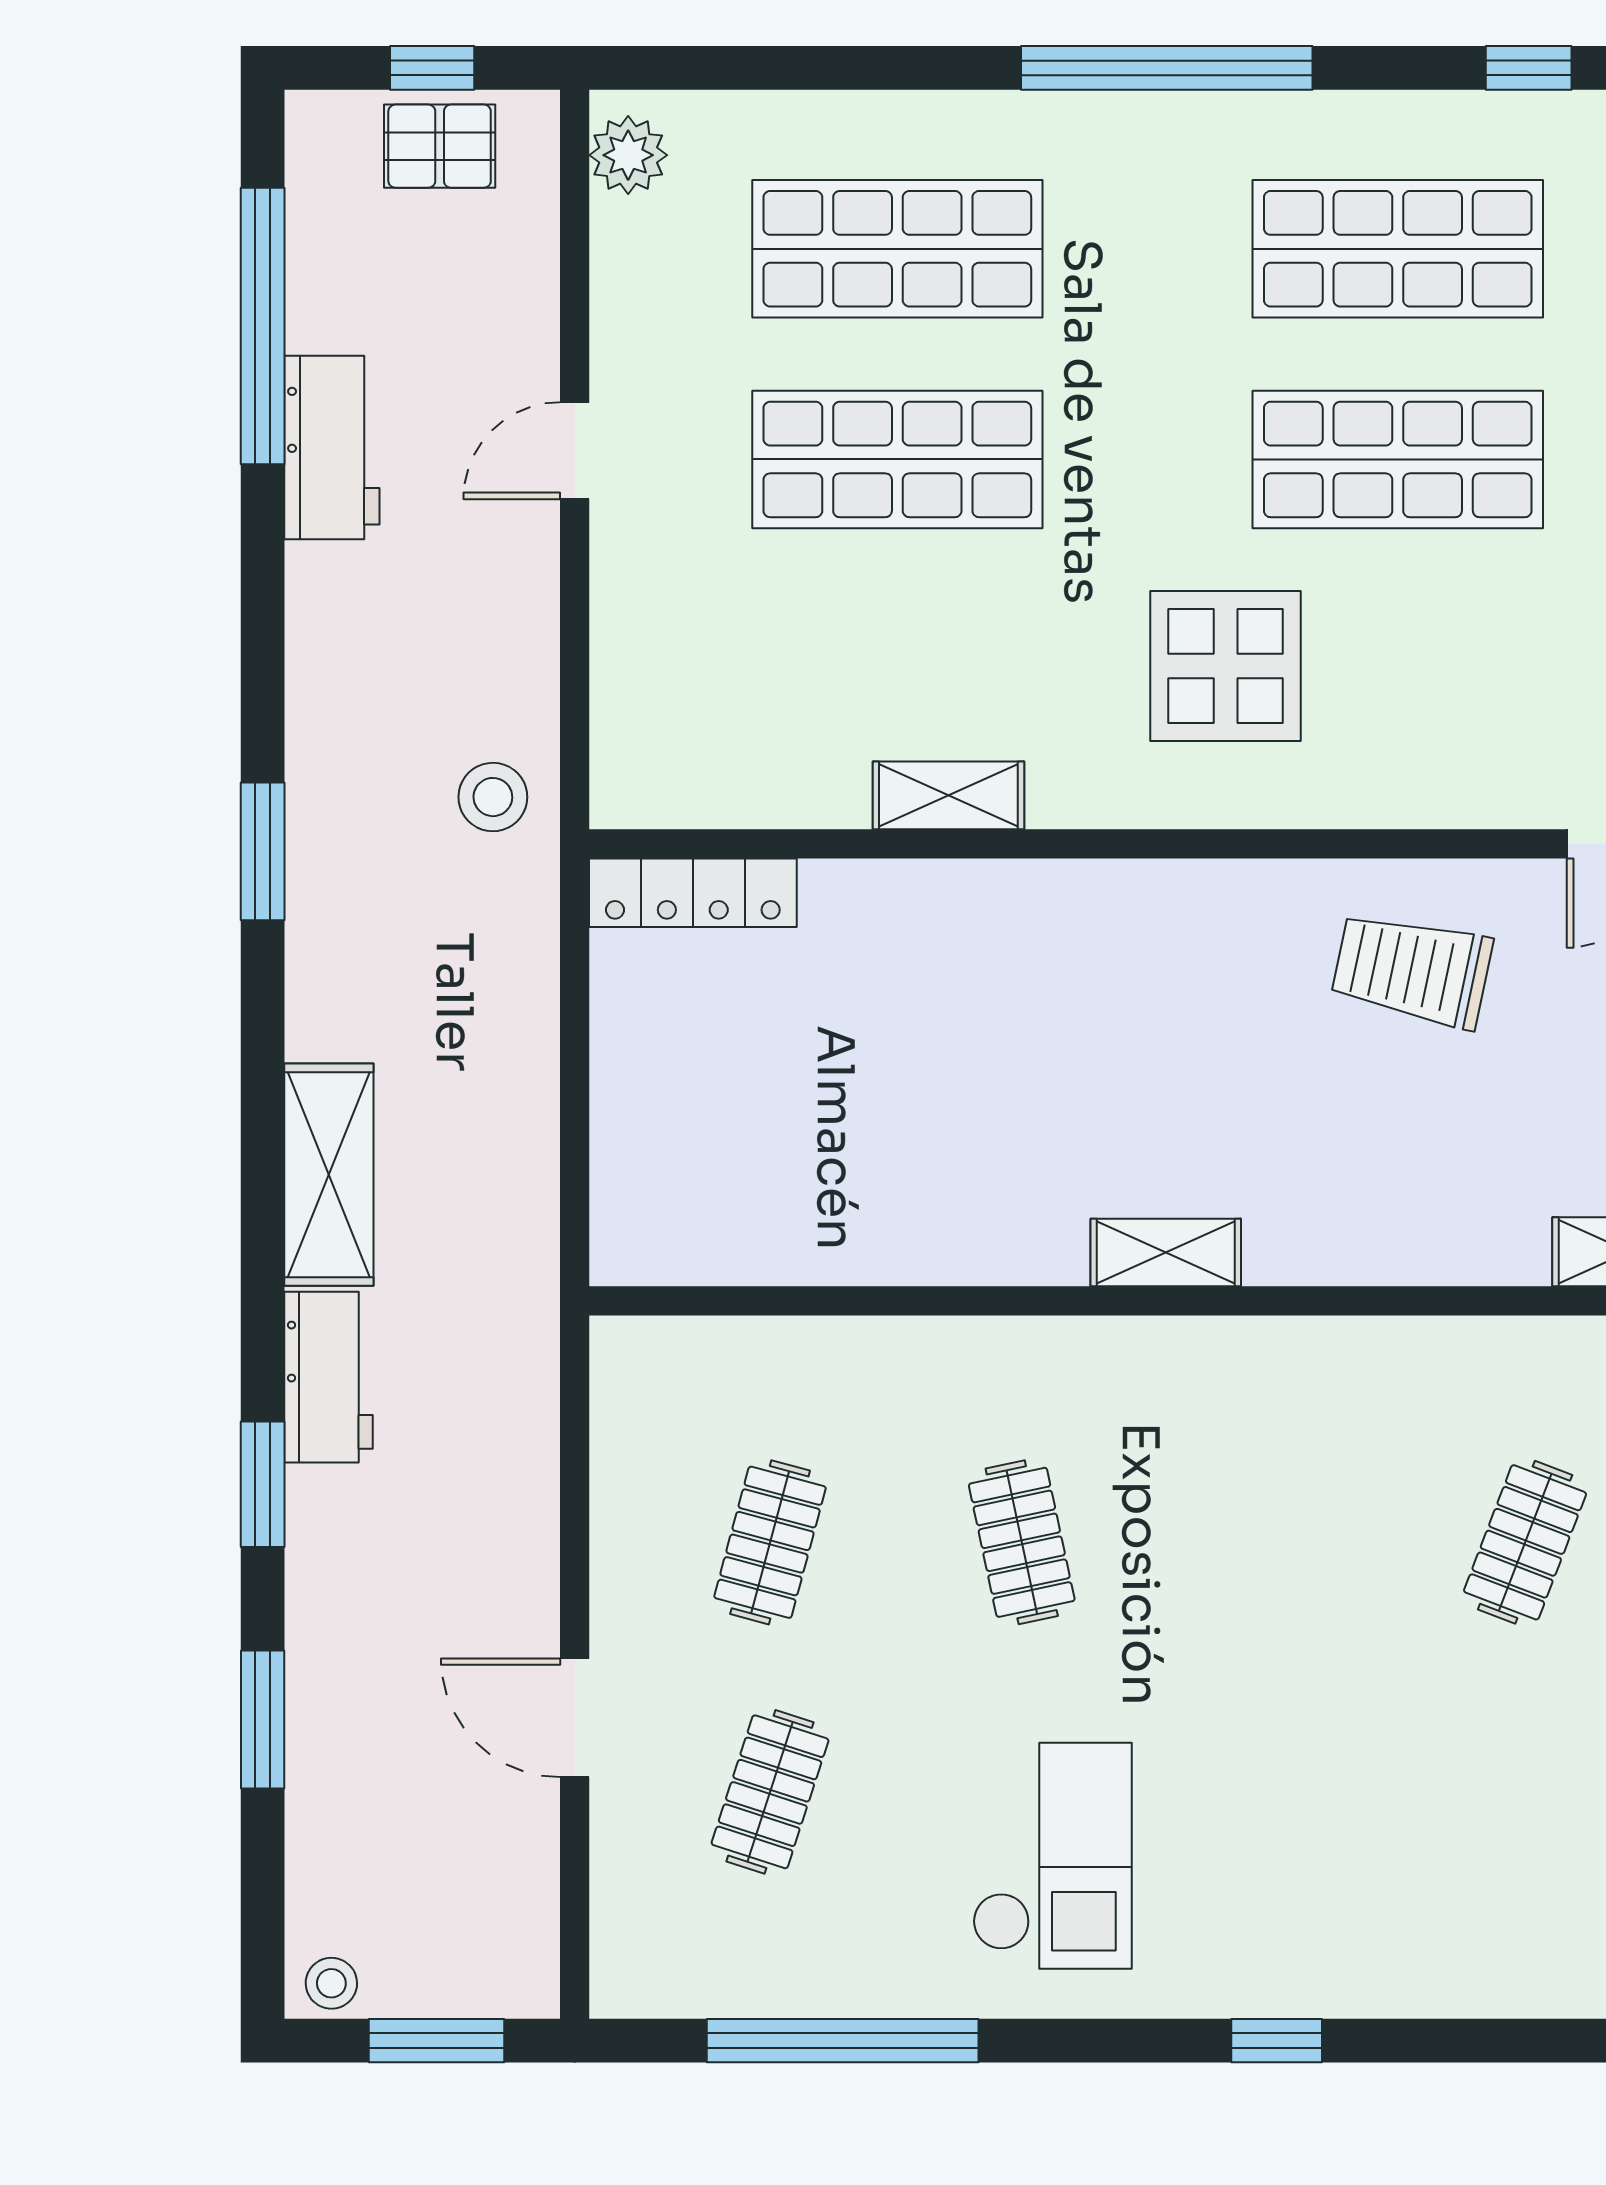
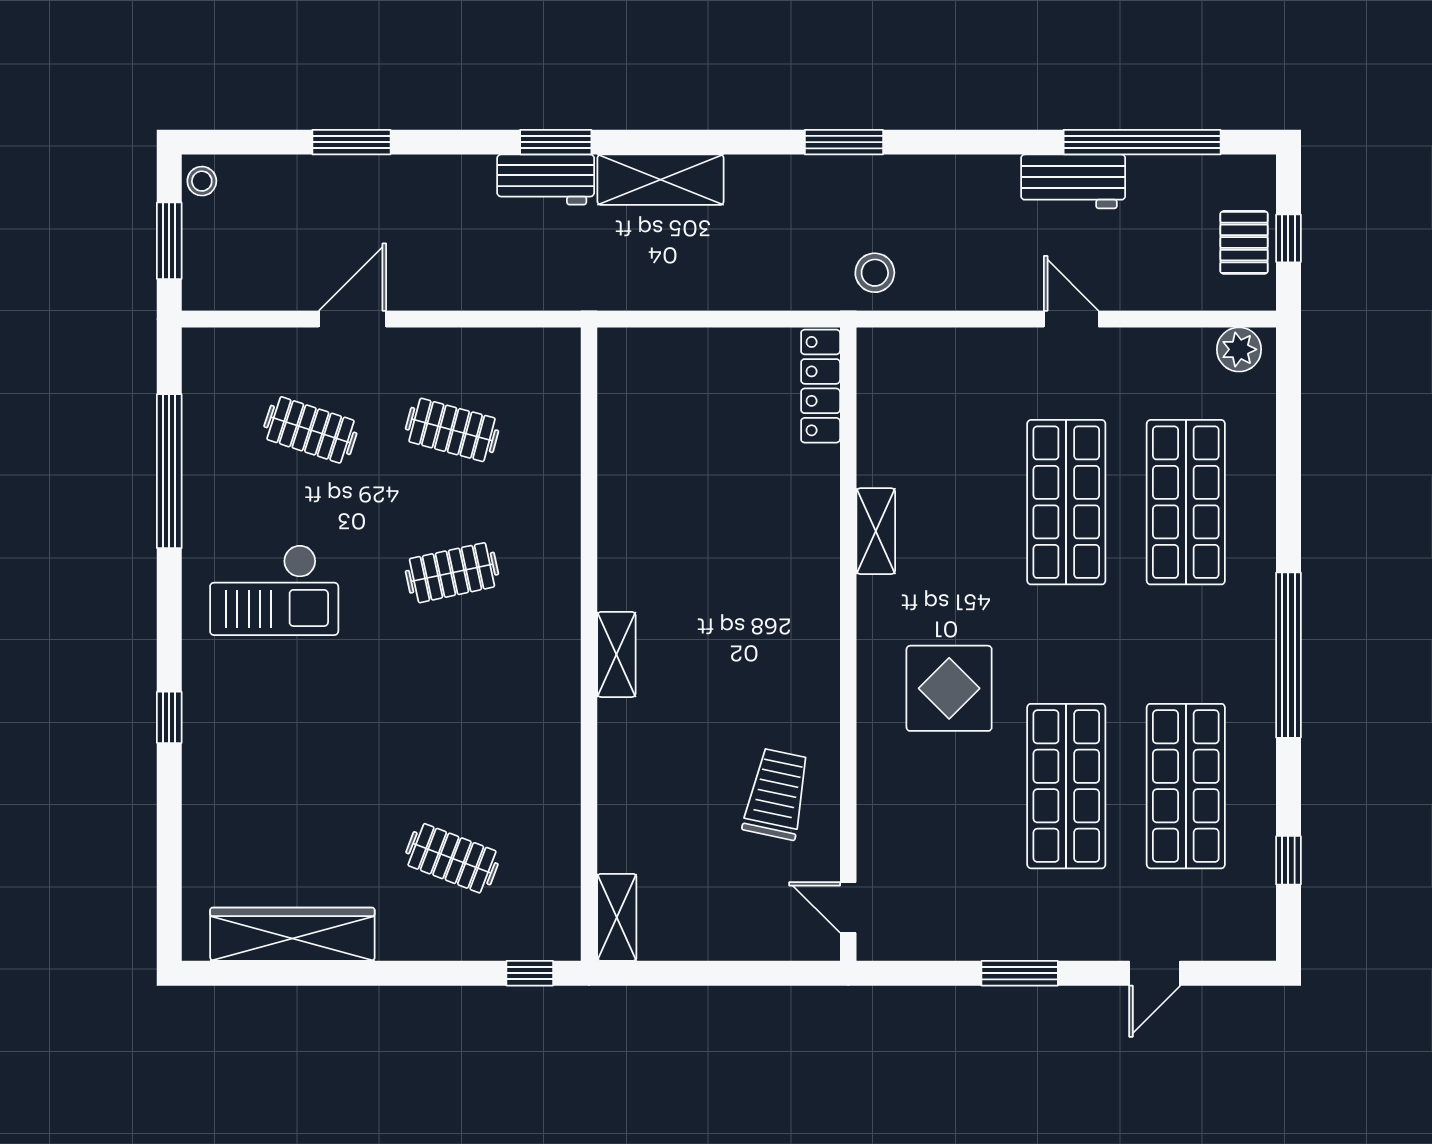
window: (263, 1484) -> (556, 142), moved

